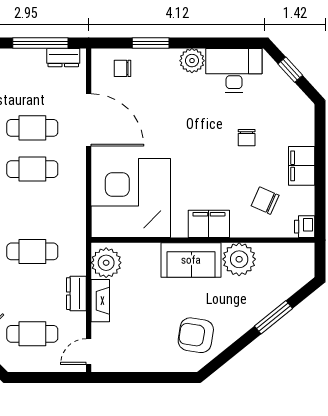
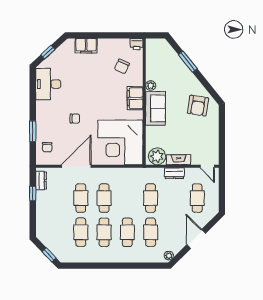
window: (40, 43) -> (33, 193), width x0.46
plant: (192, 61) -> (43, 108), removed
chair: (247, 138) -> (75, 119), moved
filing cabinet: (302, 166) -> (86, 46), moved
plant: (239, 259) -> (151, 85), width x0.53, depth x0.53

